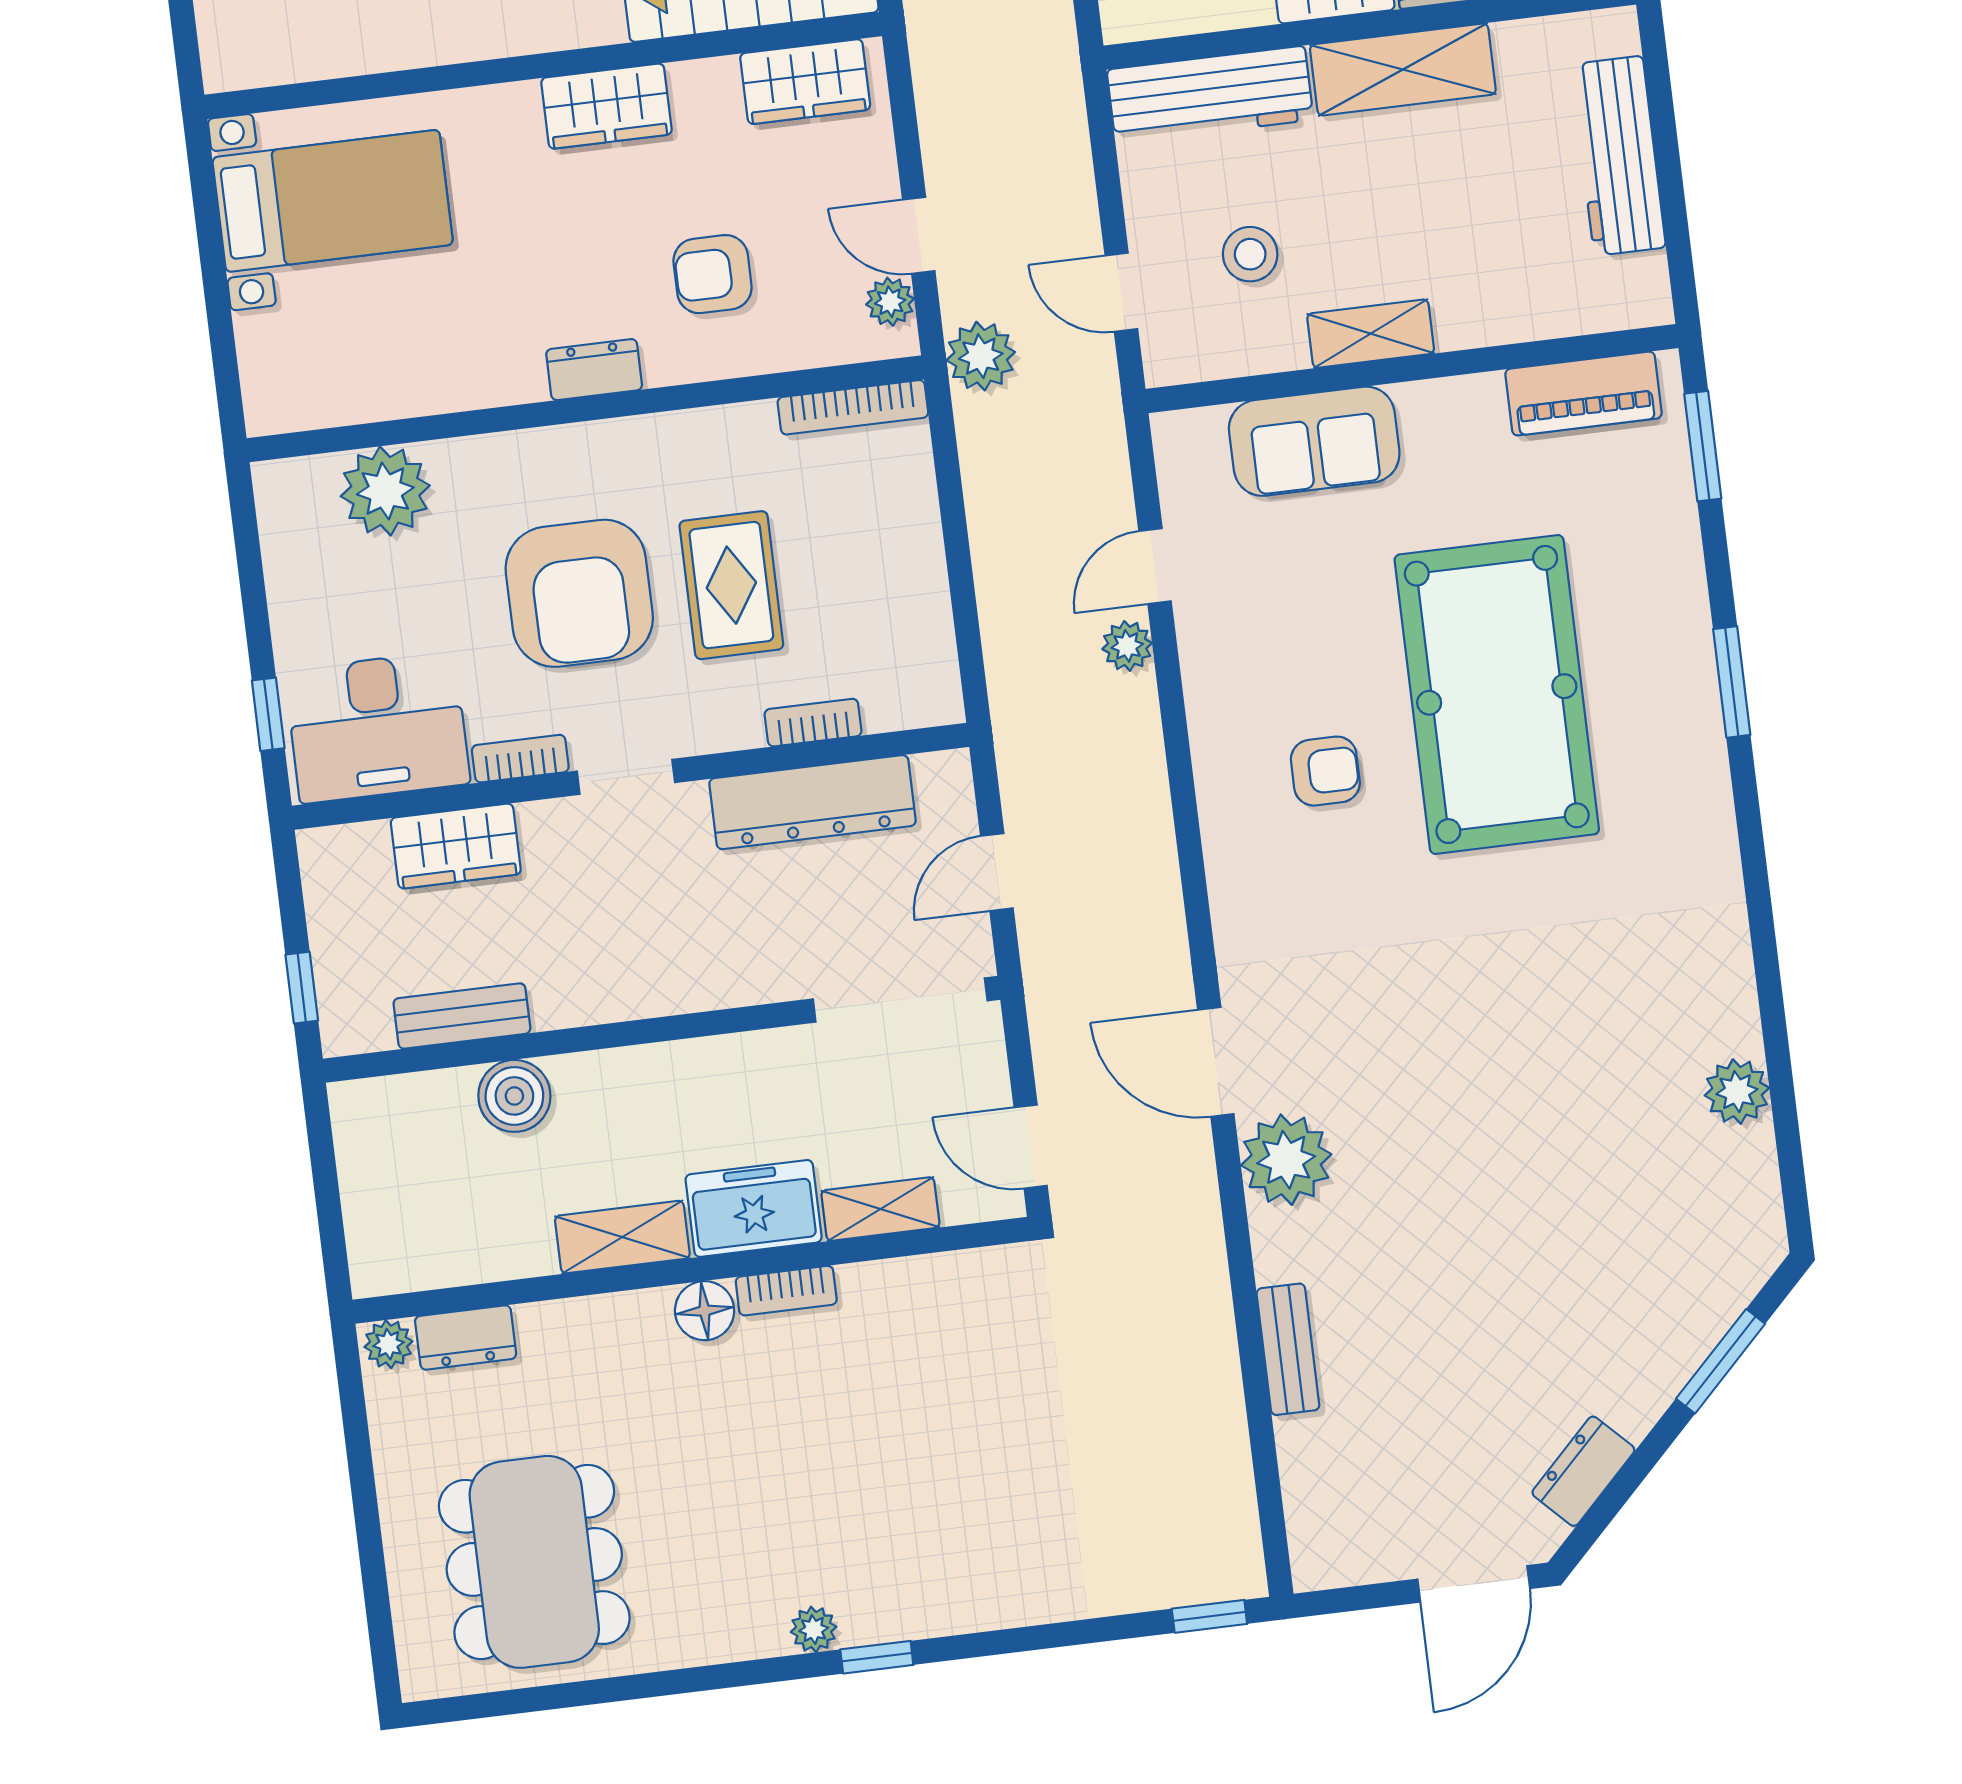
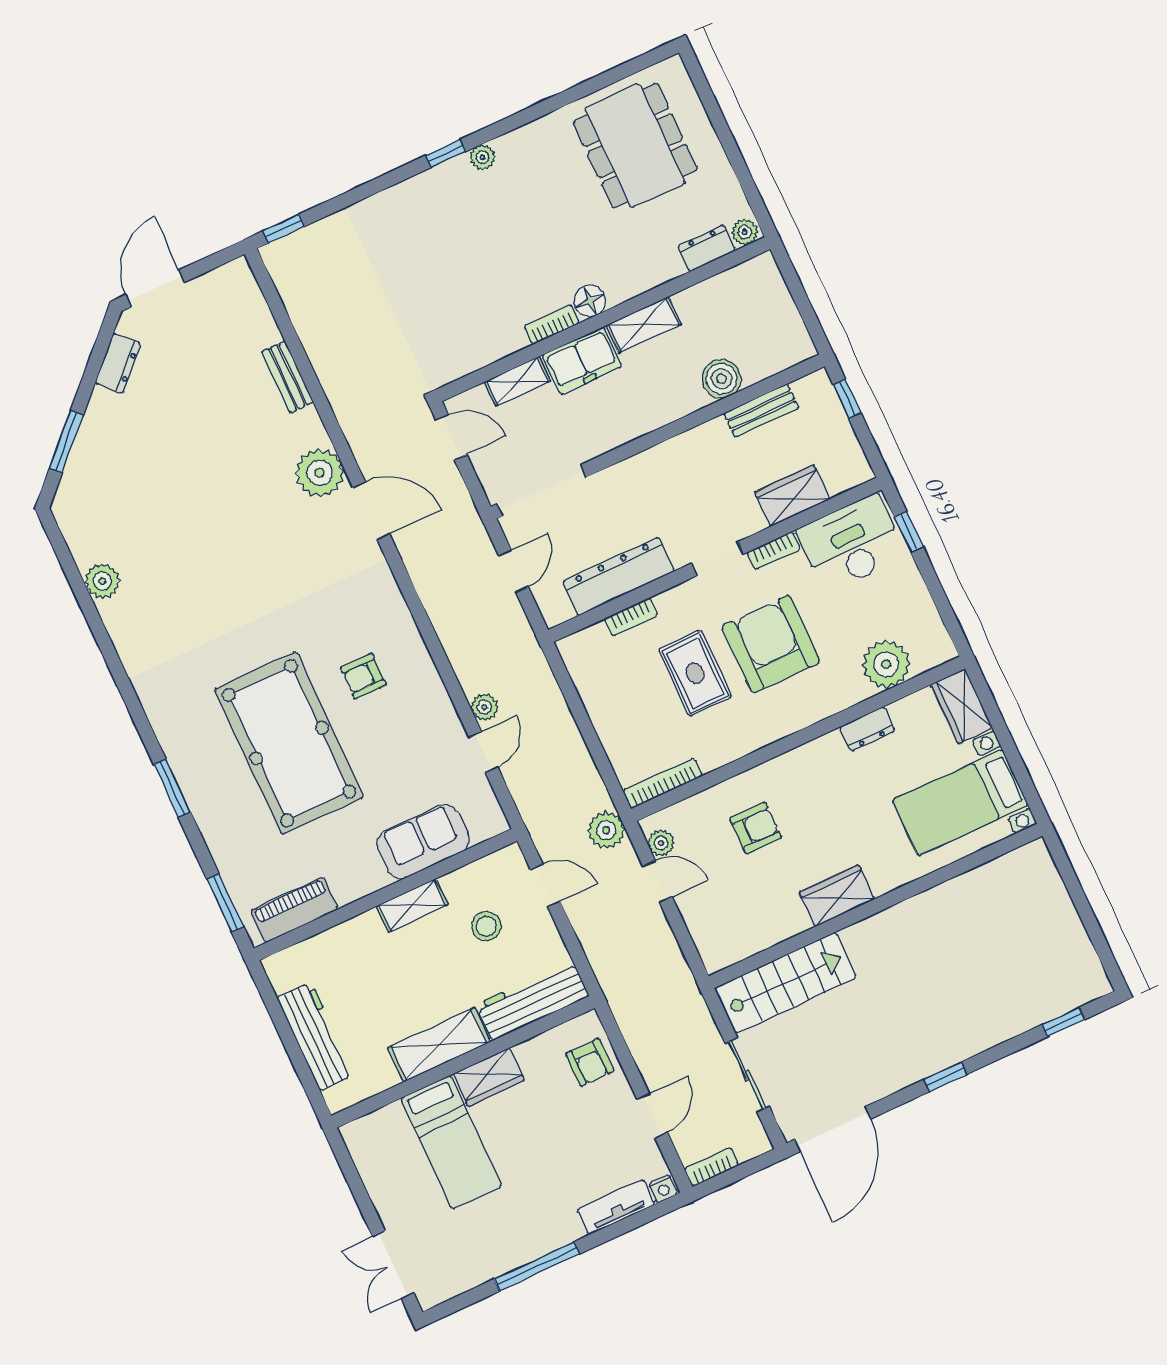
wardrobe: (805, 82) -> (962, 706), moved, turned -90
dresser: (594, 370) -> (867, 729), moved

